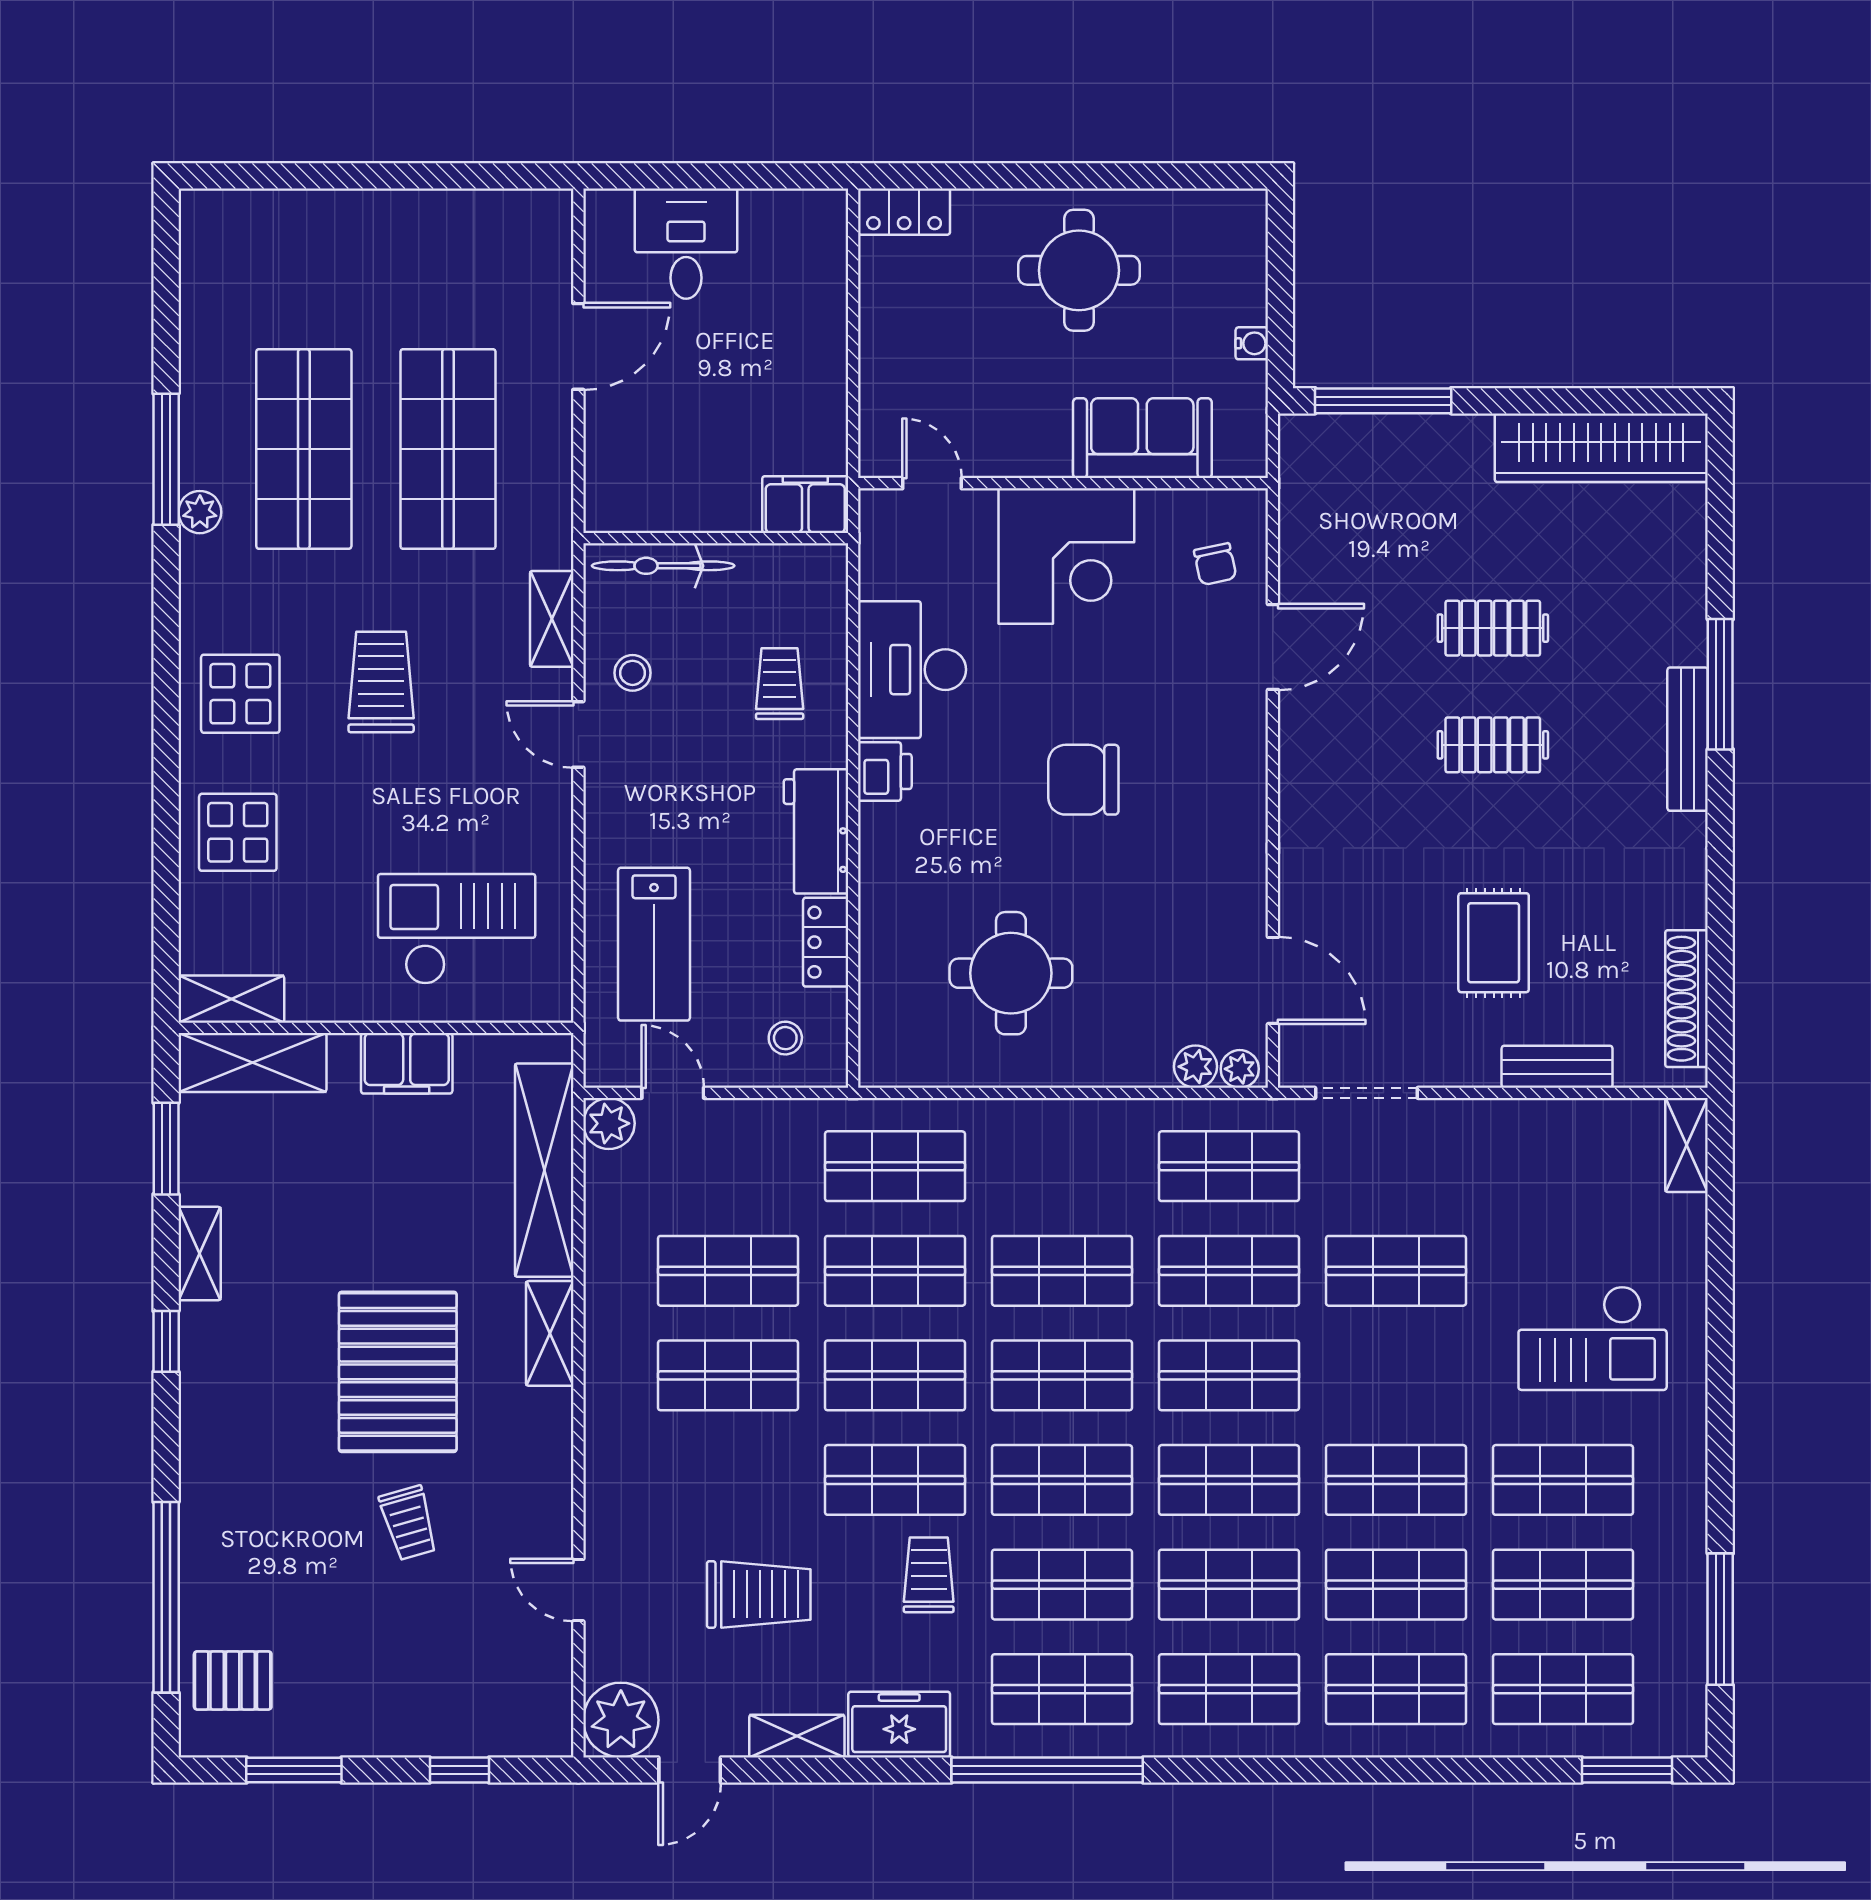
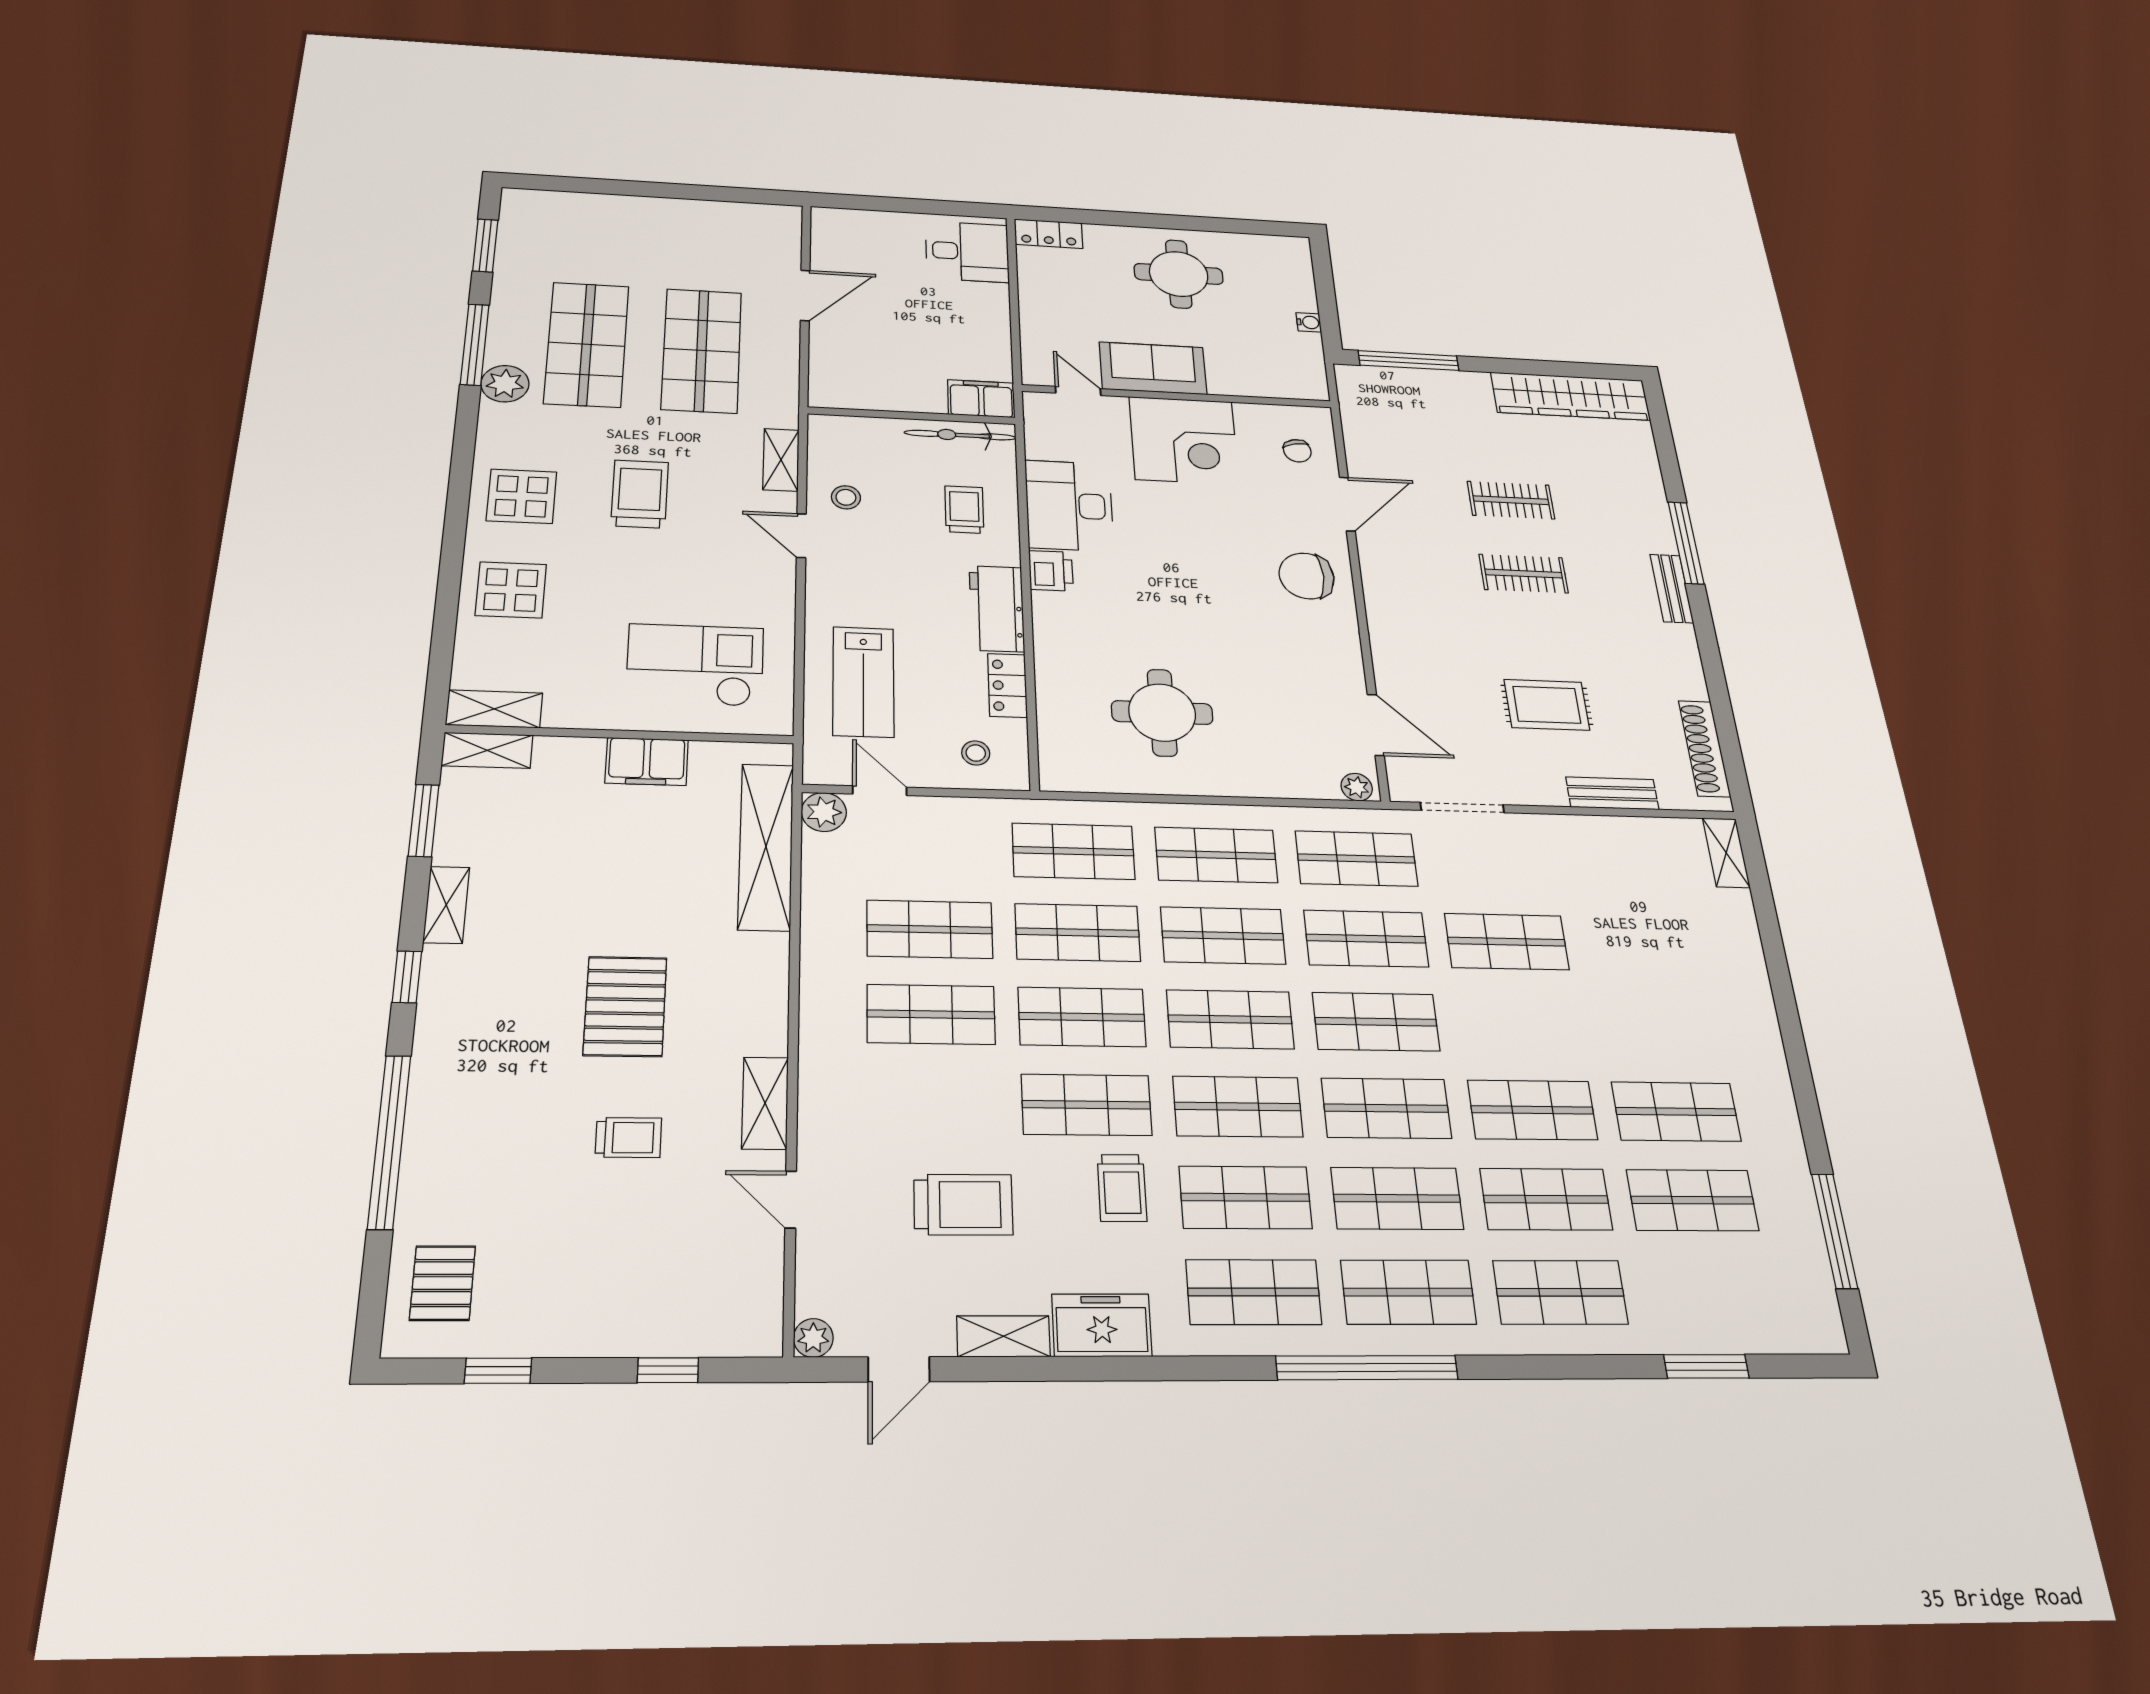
desk: (686, 244) -> (967, 252), moved, turned 90
window: (166, 292) -> (485, 245), added
sofa: (1142, 438) -> (1153, 368), moved
plant: (200, 512) -> (505, 384), width x1.38, depth x1.38
bicycle: (663, 566) -> (960, 435), moved
bench: (1688, 739) -> (1672, 588), width x0.73
chair: (1083, 780) -> (1307, 576), moved
rug: (1494, 943) -> (1547, 705), turned 90
shelving: (252, 1062) -> (487, 750), width x0.67, depth x0.75
plant: (1196, 1067) -> (1320, 784), removed
shelving: (550, 1333) -> (765, 1103), moved
checkout: (1593, 1338) -> (1679, 997), removed
pallet: (398, 1372) -> (625, 1006), width x0.73, depth x0.71
trolley: (409, 1523) -> (628, 1138), turned -74
trolley: (929, 1575) -> (1122, 1188), turned 180
window: (166, 1597) -> (389, 1141), moved
pallet: (233, 1680) -> (443, 1283), turned 90
shop shelf: (1563, 1689) -> (1216, 855), moved
plant: (621, 1720) -> (813, 1338), width x0.53, depth x0.53
window: (294, 1770) -> (498, 1371), width x0.67
window: (1047, 1770) -> (1367, 1368), moved
window: (1627, 1770) -> (1706, 1366), moved

